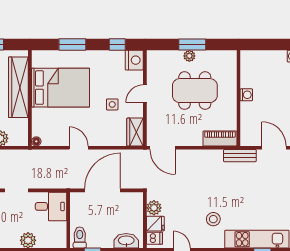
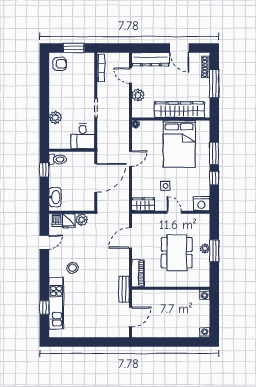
window: (117, 44) -> (214, 178), moved
washing machine: (246, 95) -> (205, 295), moved
door: (163, 148) -> (130, 238), moved
door: (103, 190) -> (96, 178), hinge flipped

